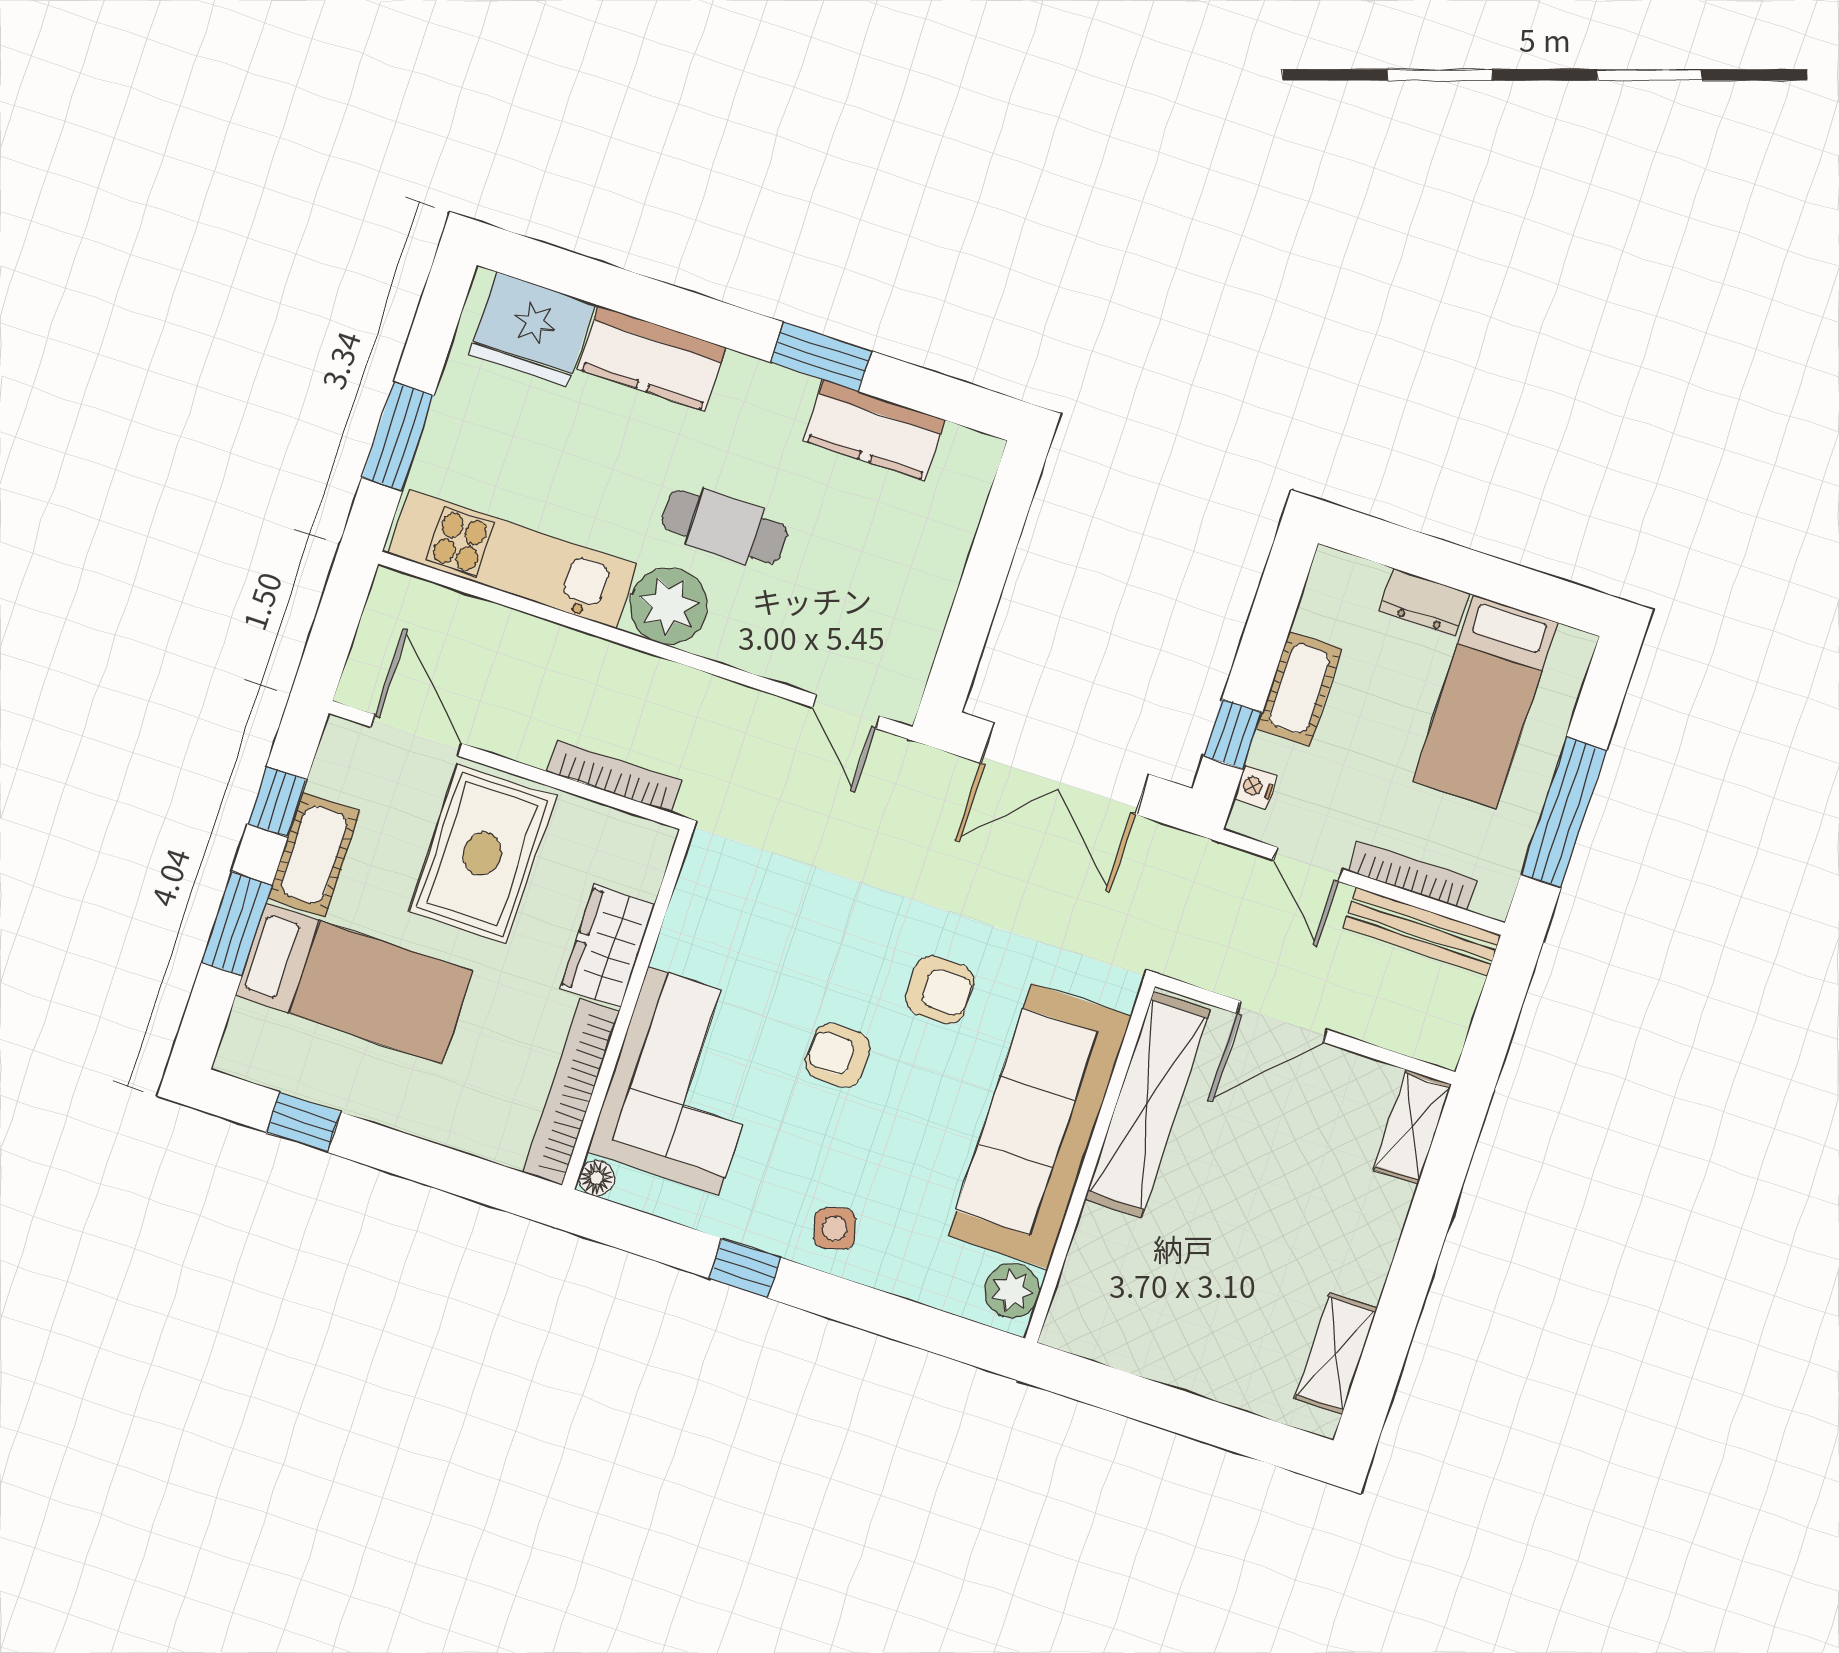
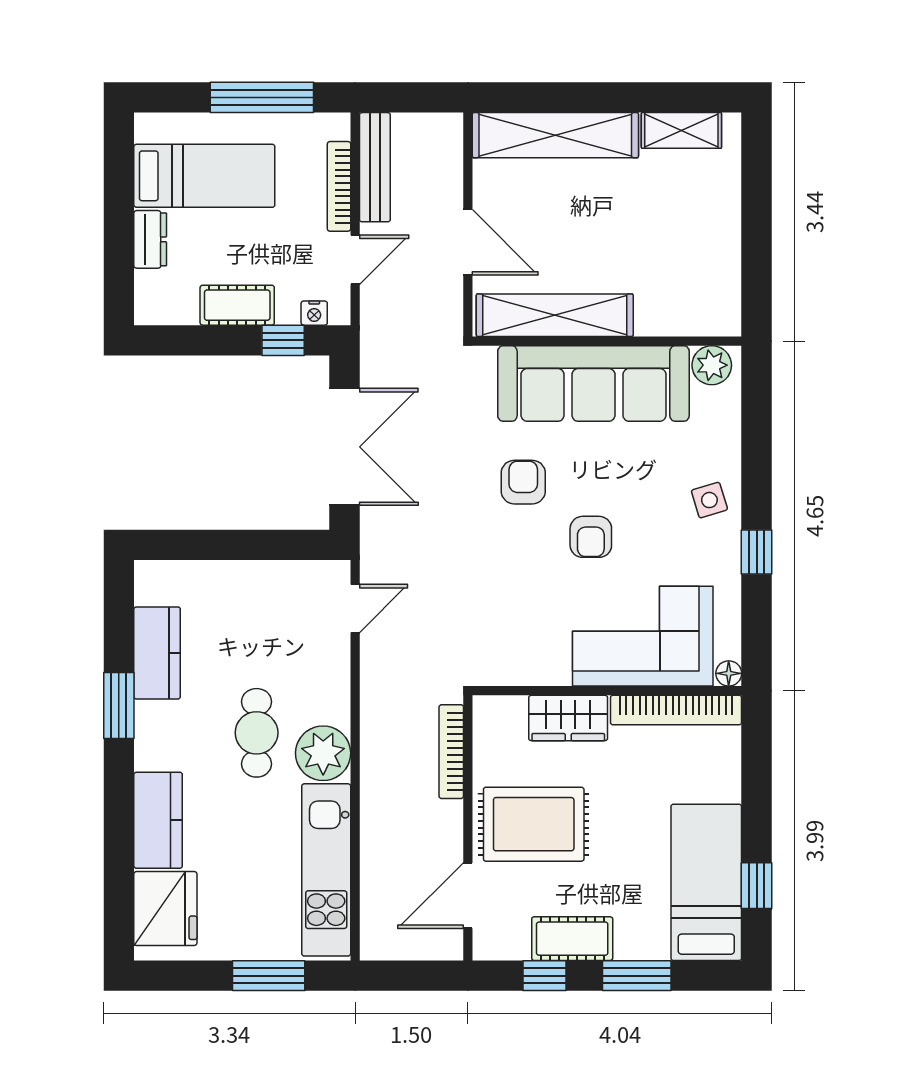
bed: (354, 983) -> (706, 882), moved
shelving: (1413, 1127) -> (555, 135), width x2.20, depth x1.33

